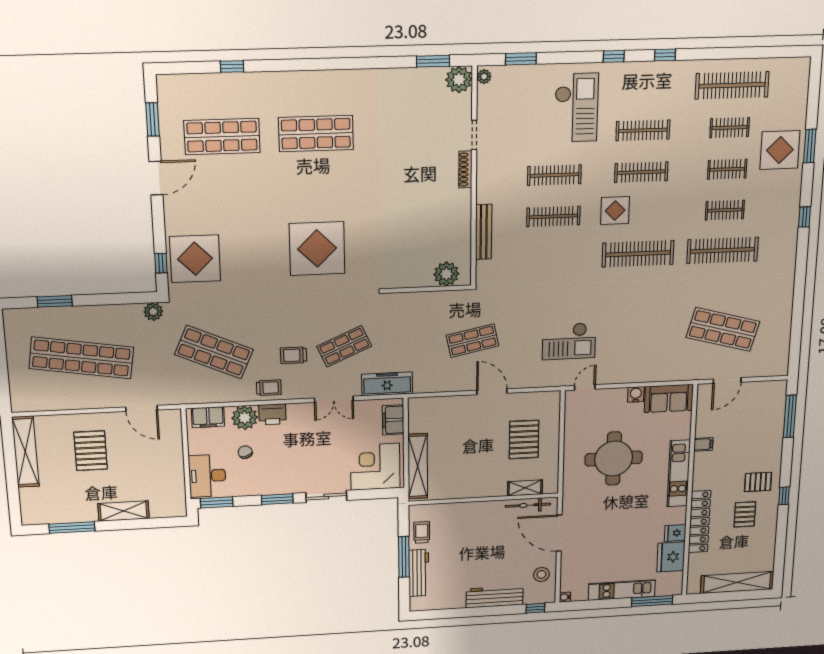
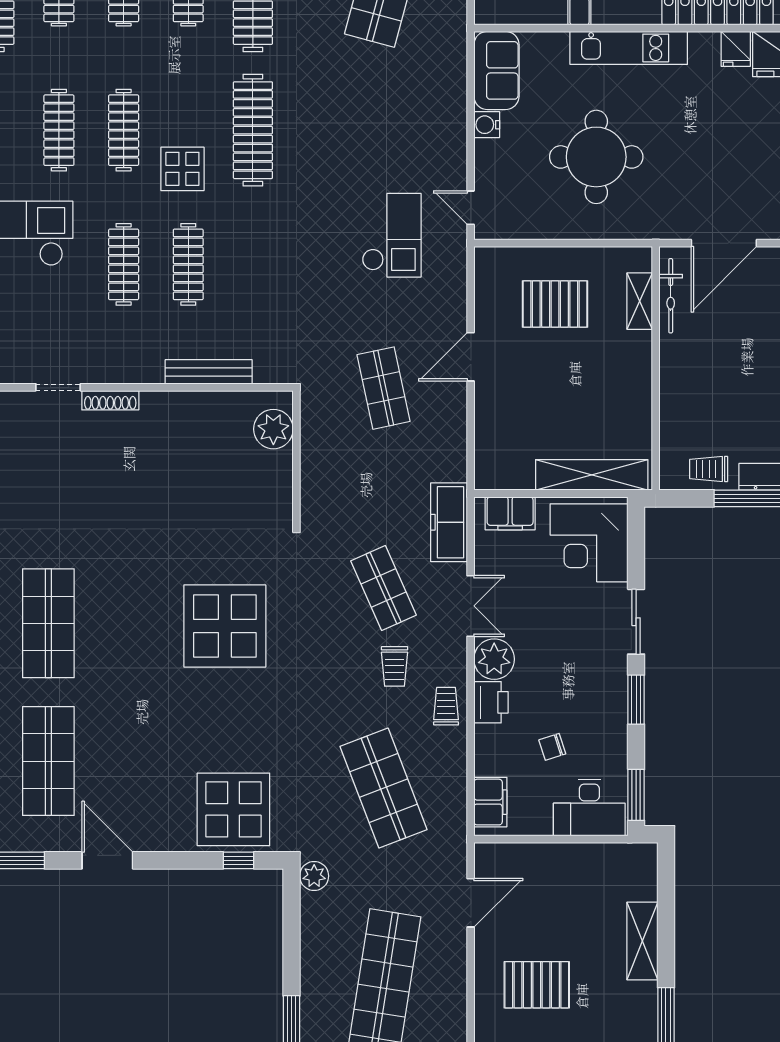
shop shelf: (214, 352) -> (383, 788), turned -45
plant: (245, 418) -> (494, 659), moved

